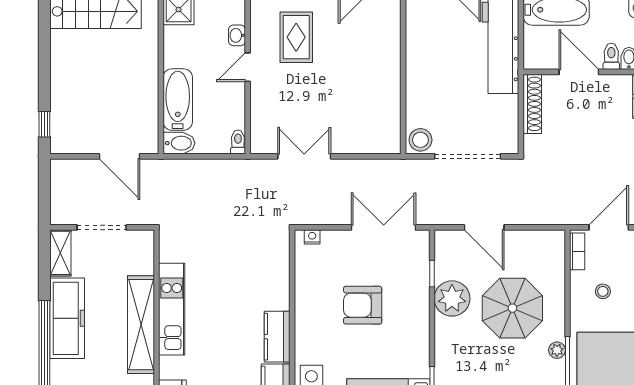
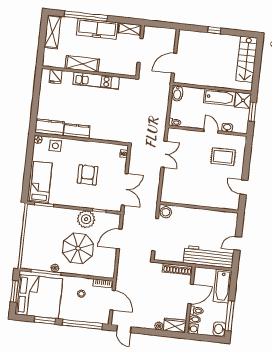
bathtub: (178, 100) -> (219, 97), moved
window: (44, 124) -> (214, 30), moved
shelving: (141, 325) -> (82, 64), width x0.68

